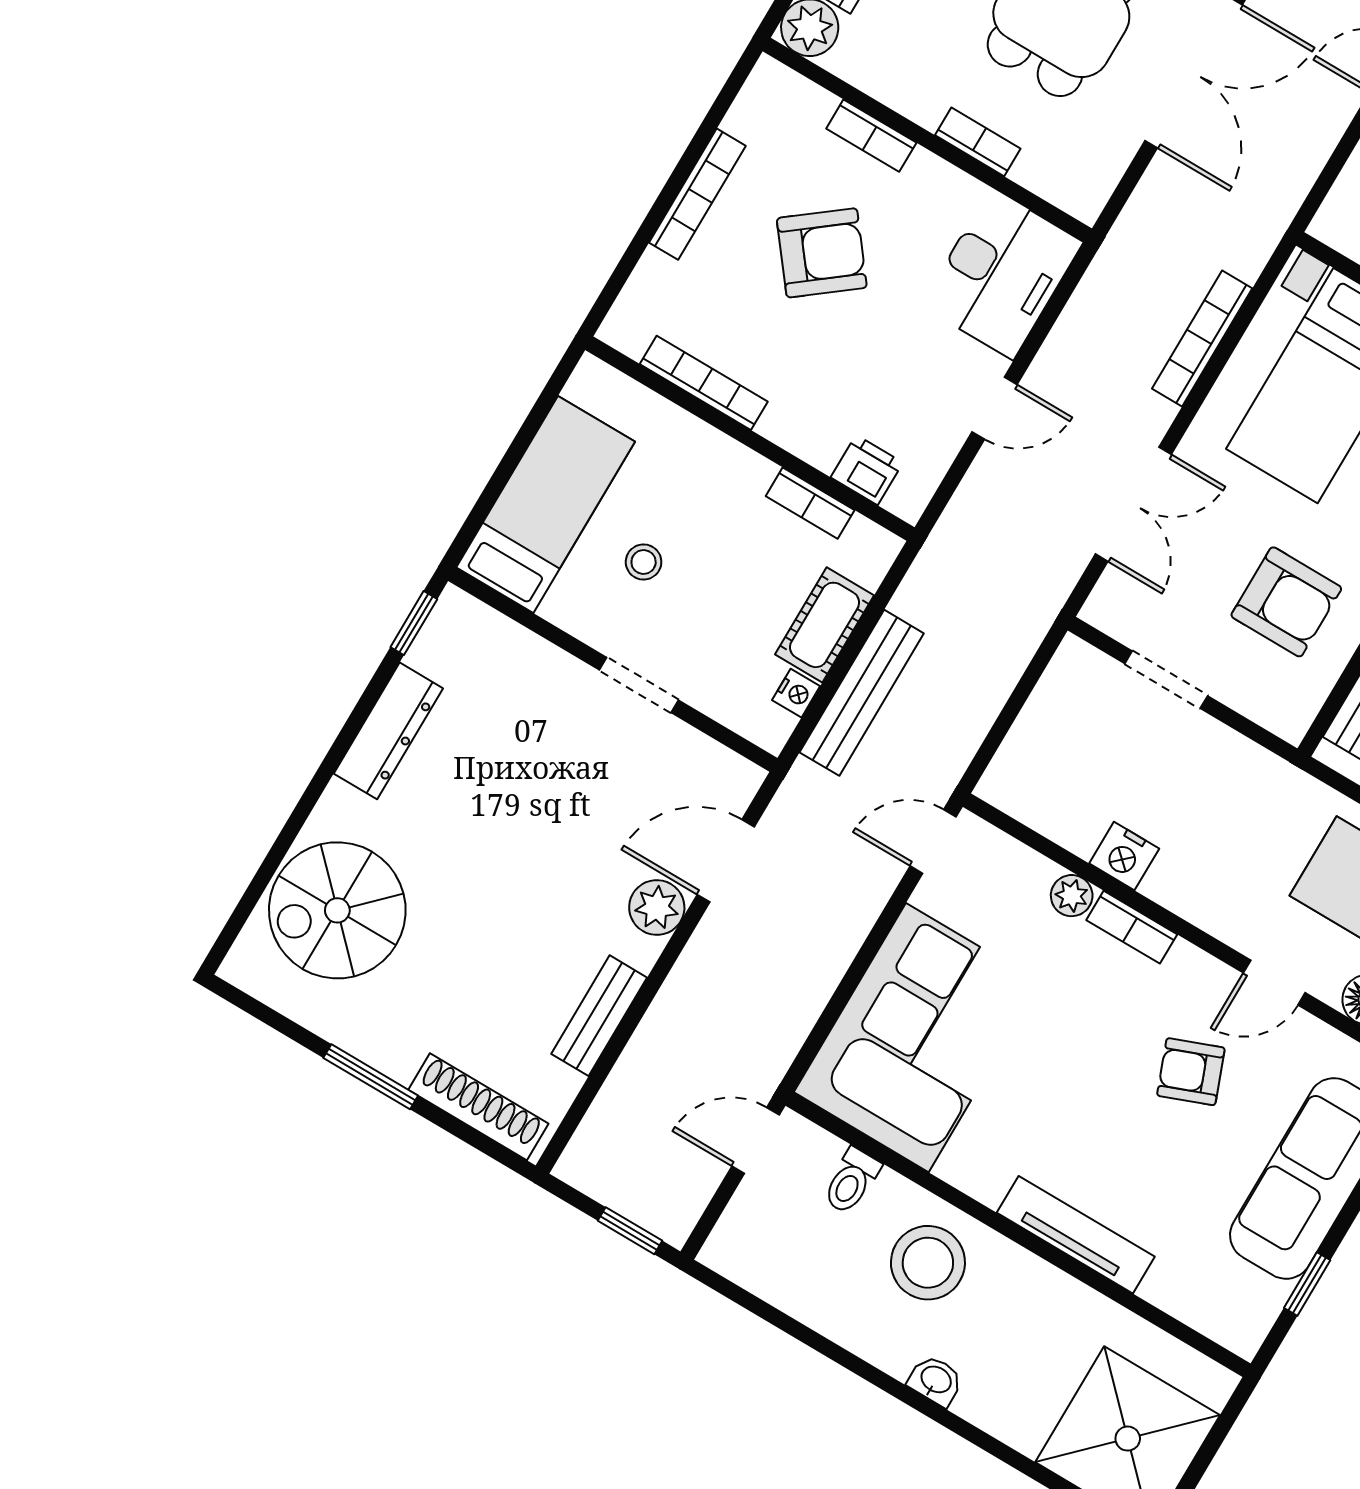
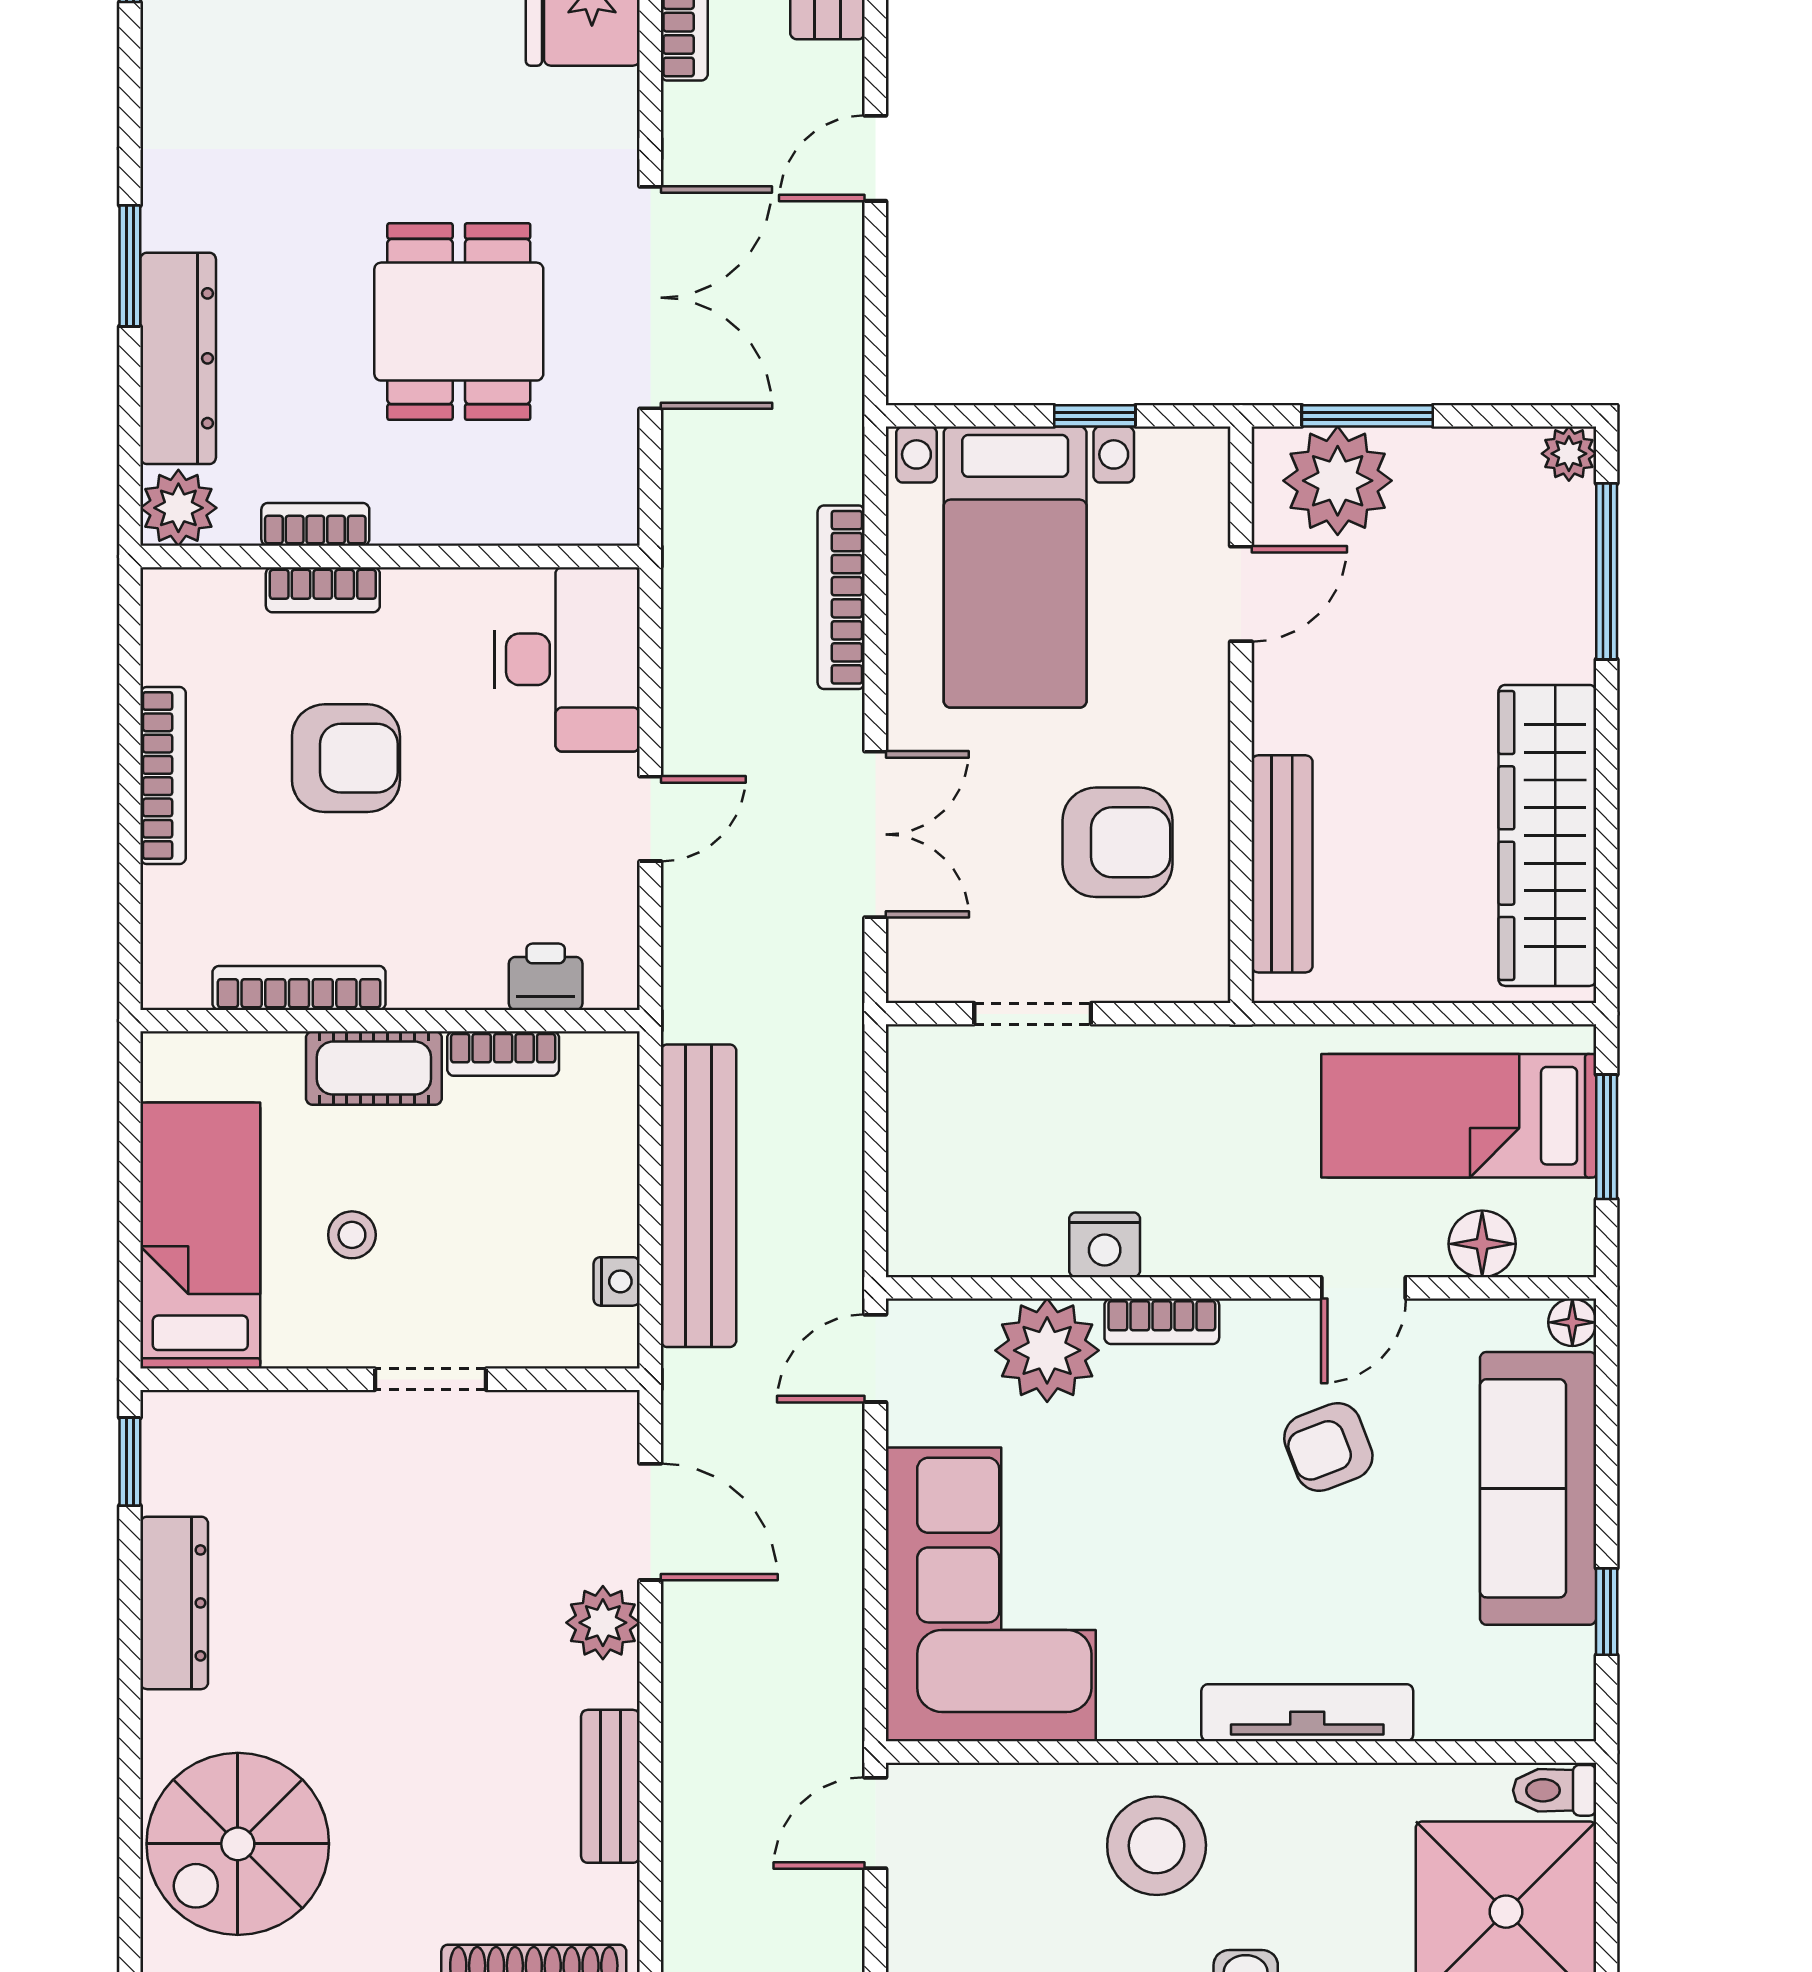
bookcase: (978, 142) -> (315, 524), moved
armchair: (822, 253) -> (346, 758), turned 38
cot: (825, 625) -> (374, 1068), moved, turned 90
bench: (862, 693) -> (698, 1196), width x1.37, depth x1.21
door: (726, 861) -> (650, 1522), swing flipped
plant: (1072, 896) -> (1047, 1350), width x1.87, depth x1.87
toilet: (851, 1181) -> (1555, 1790), moved, turned 90

